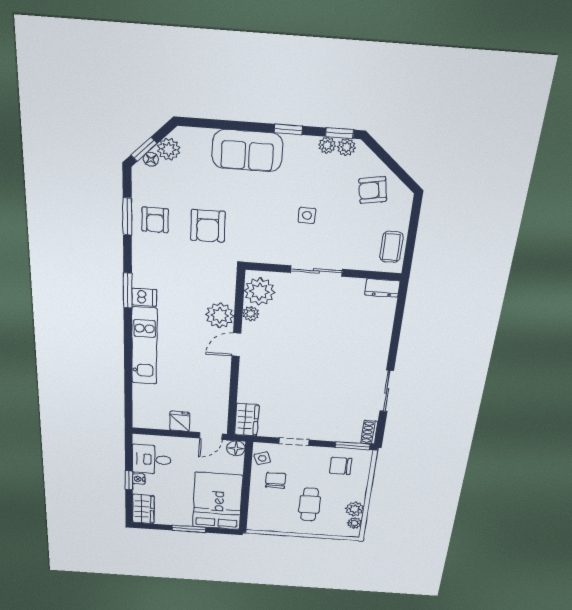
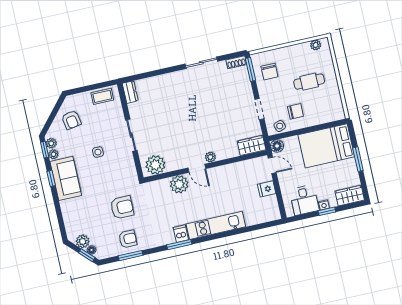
sofa: (247, 151) -> (66, 178), moved
plant: (251, 314) -> (210, 157), moved
chair: (276, 480) -> (295, 111), turned 180
plant: (355, 509) -> (303, 49), removed

